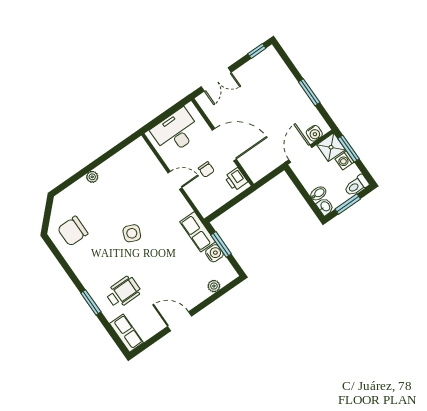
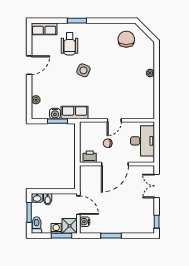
side table: (132, 233) -> (83, 70), moved

